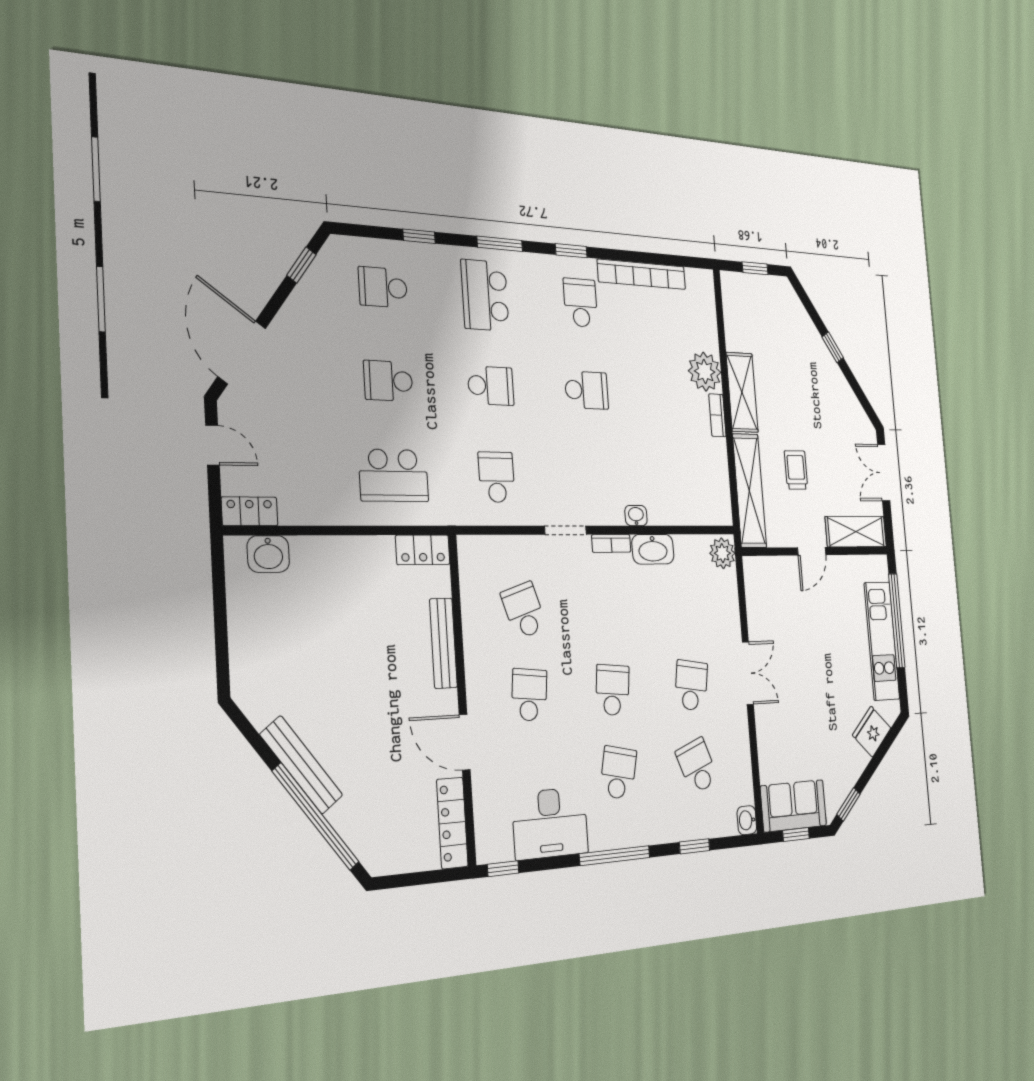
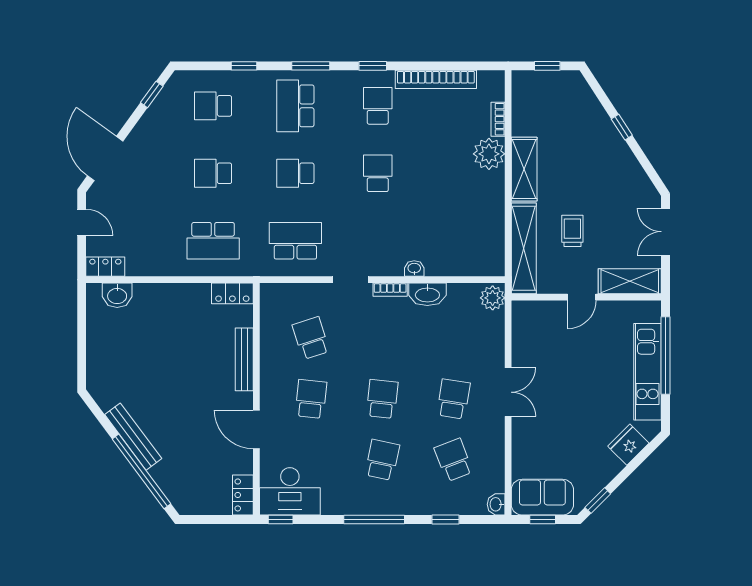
school desk: (491, 386) -> (295, 173), turned 180
school desk: (587, 390) -> (378, 173), turned -90
bookcase: (717, 415) -> (498, 119), moved
school desk: (497, 477) -> (295, 241), width x1.85
locker: (452, 823) -> (243, 495), width x0.66
desk: (550, 823) -> (290, 491), moved

